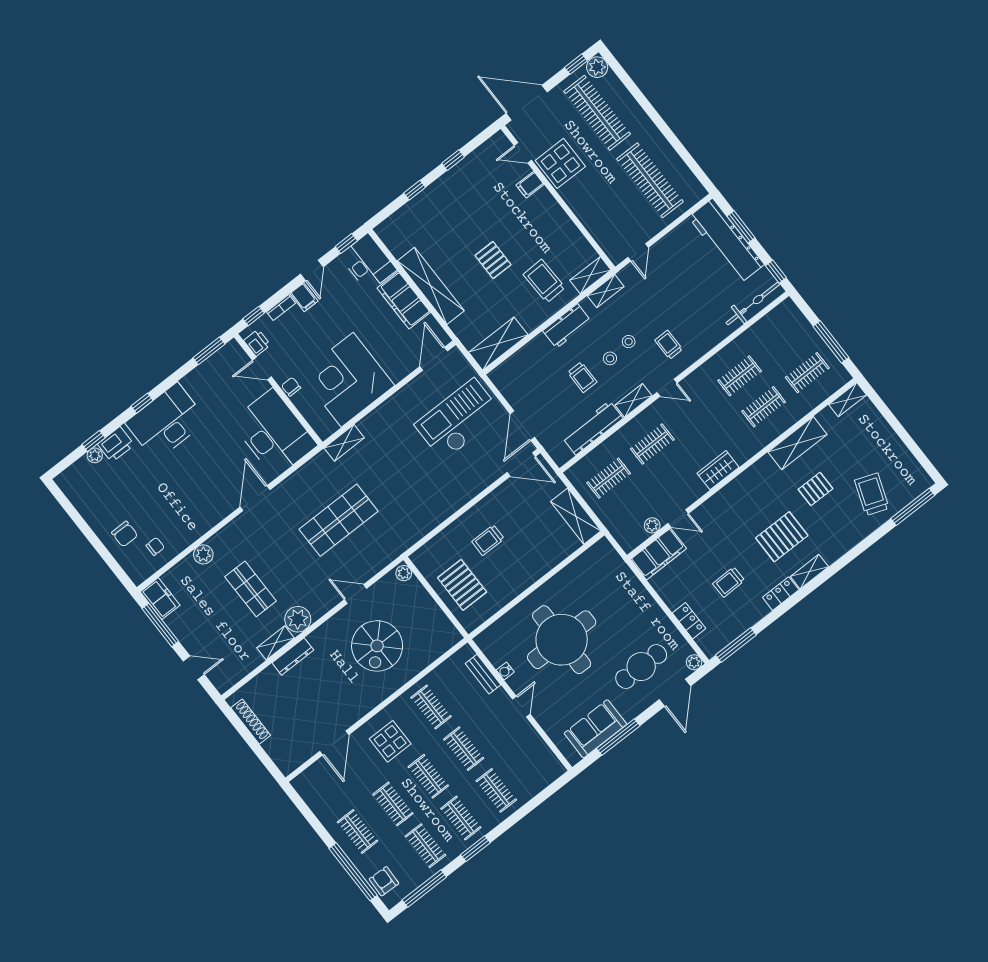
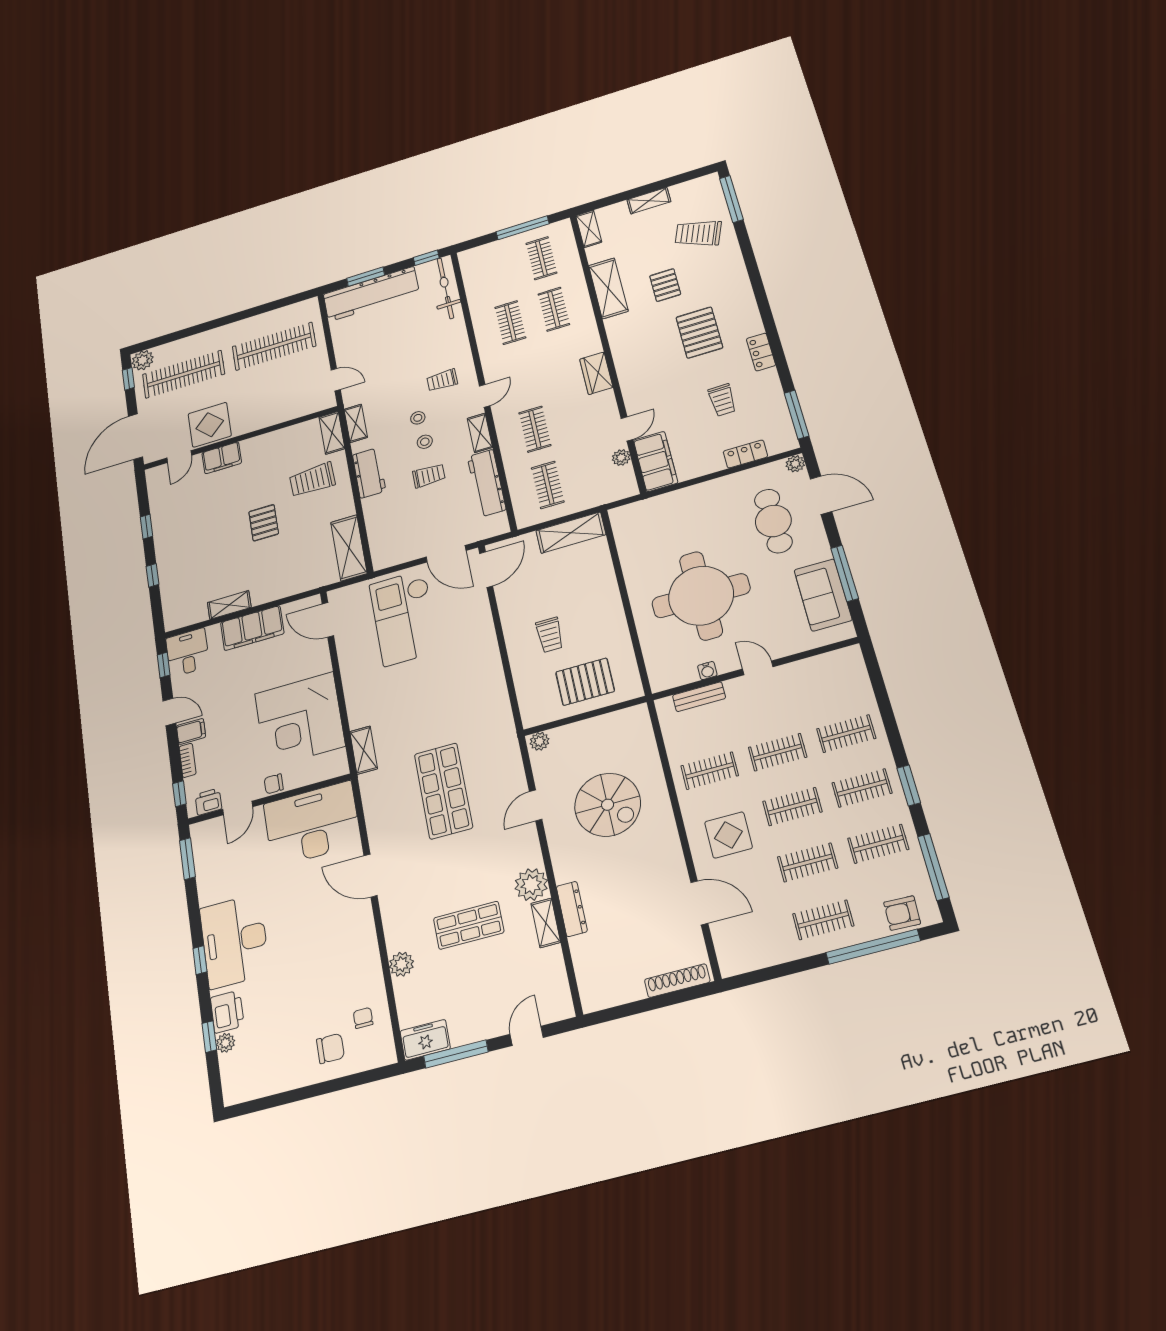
filing cabinet: (530, 185) -> (222, 458), width x2.00
pallet: (493, 260) -> (264, 523), turned 90
desk: (368, 263) -> (188, 652), width x0.73
shelving: (431, 286) -> (229, 605), width x0.45, depth x0.75
shelving: (809, 572) -> (649, 201), moved, turned 90
shoe rack: (251, 722) -> (677, 981), moved

